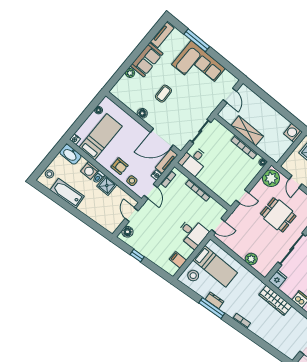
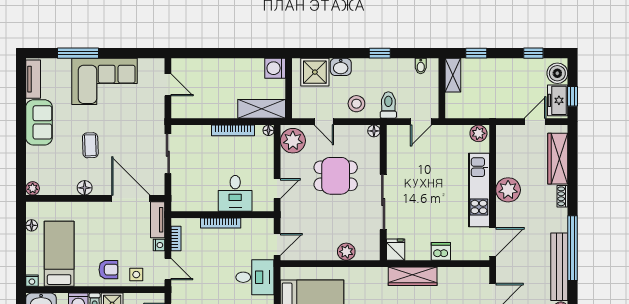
plant: (130, 73) -> (33, 188), moved
shelving: (247, 131) -> (262, 109), moved
door: (162, 139) -> (131, 198), swing flipped
desk: (194, 161) -> (235, 193), moved

